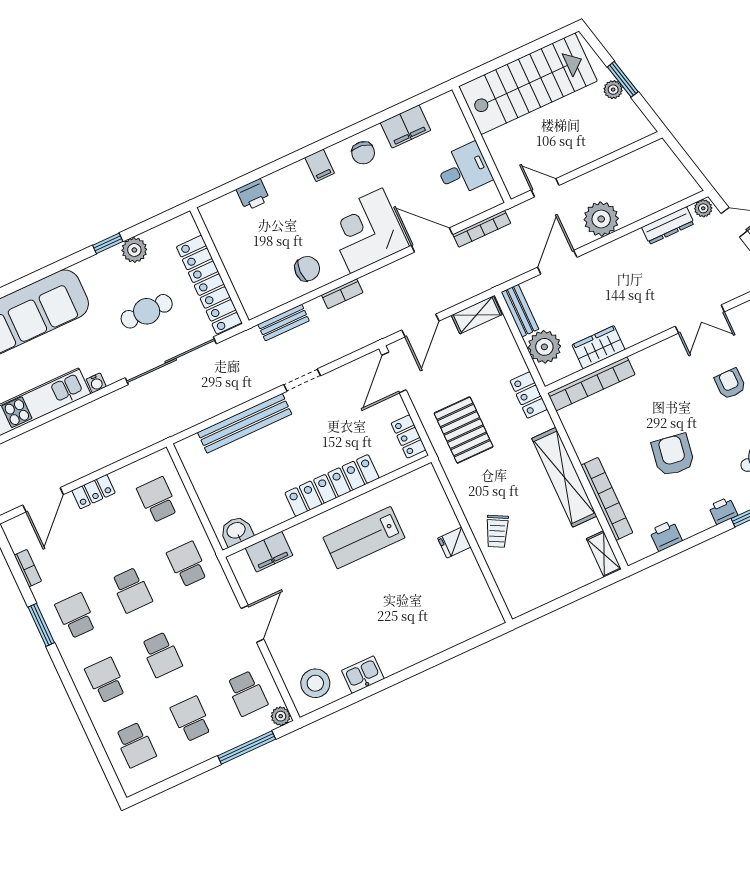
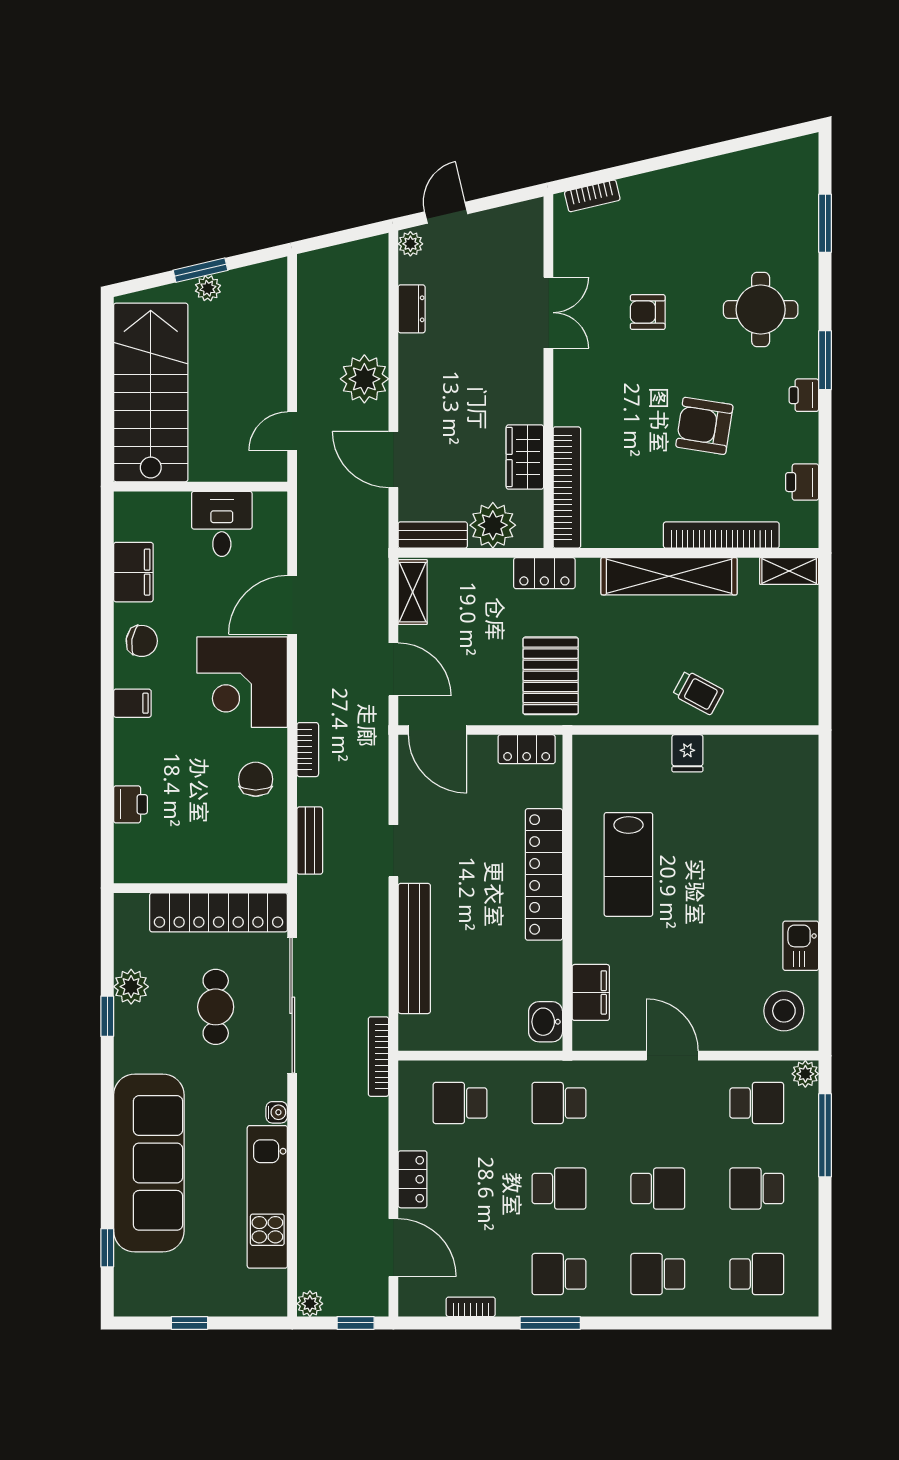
dresser: (668, 226) -> (412, 309), width x0.70
bookcase: (482, 229) -> (378, 1057), moved, turned 180
pallet: (464, 430) -> (551, 676), turned 90

